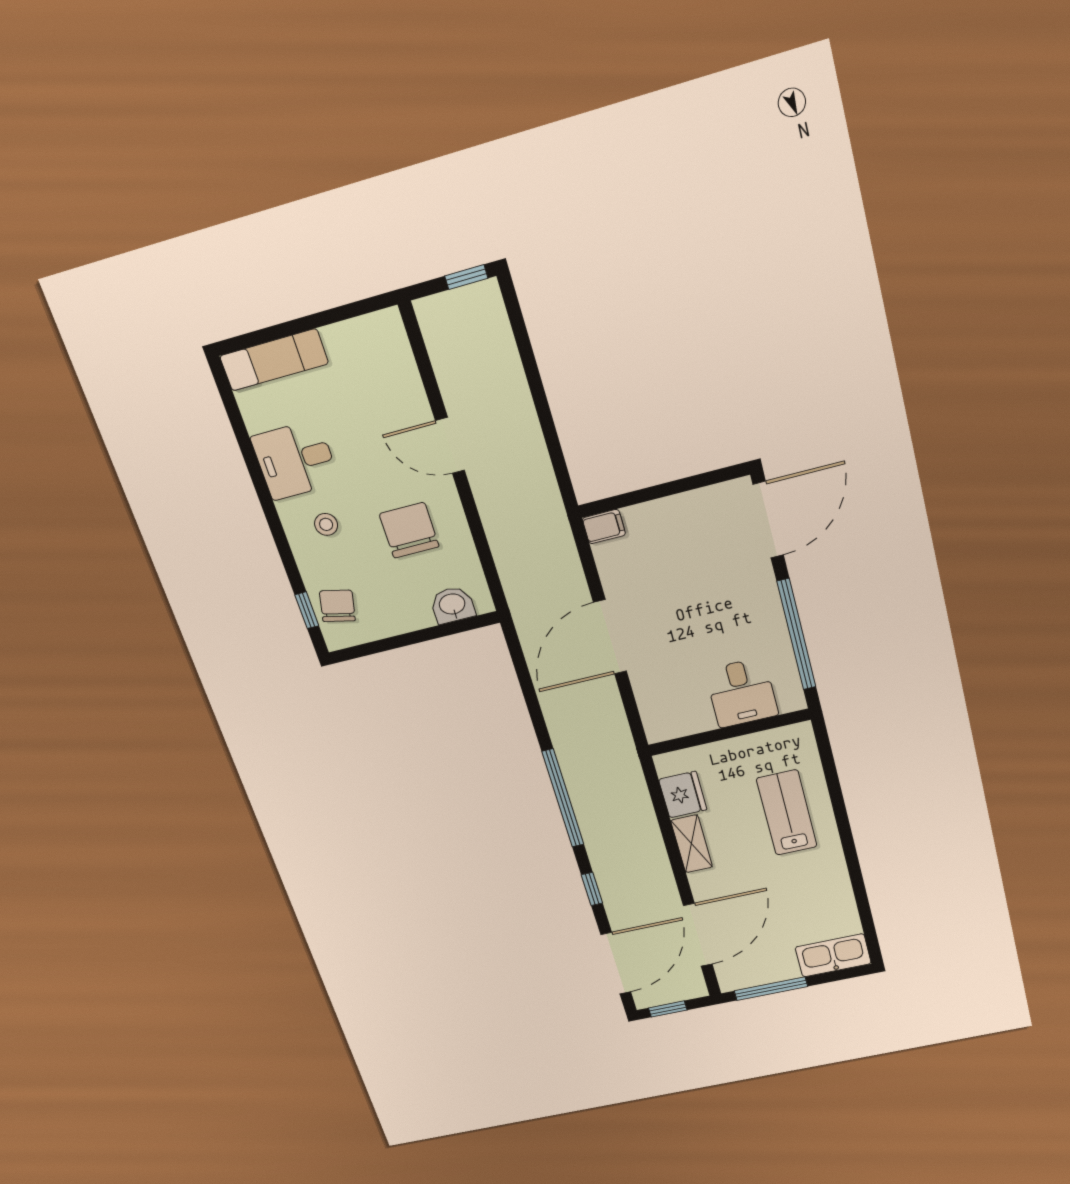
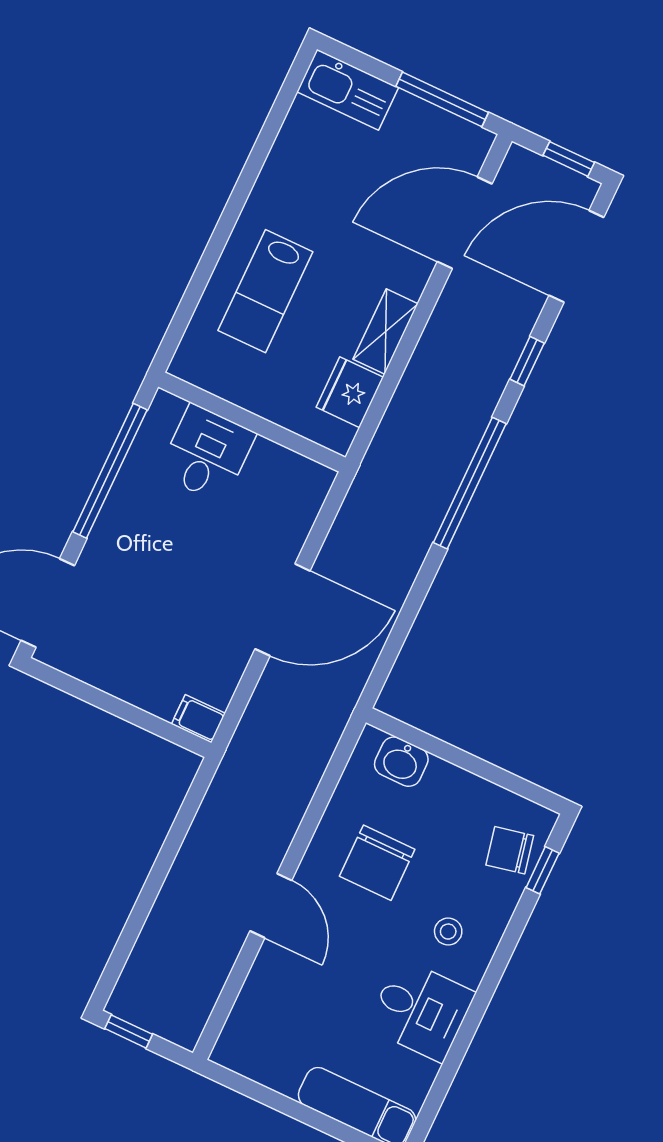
chair: (337, 606) -> (510, 850), turned 65

